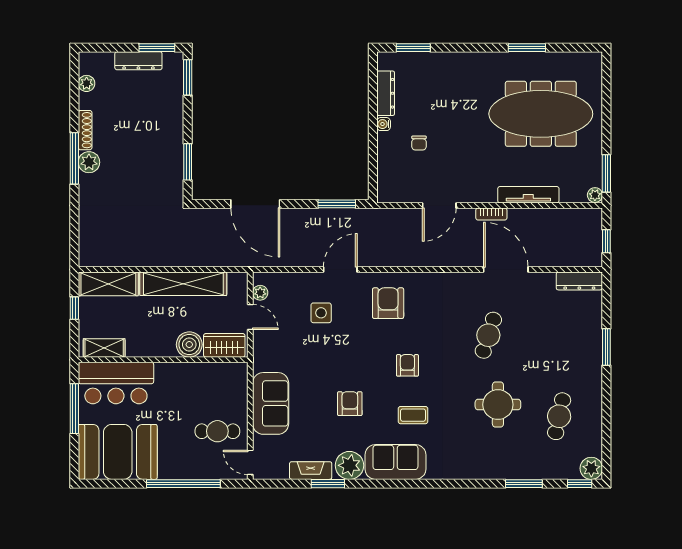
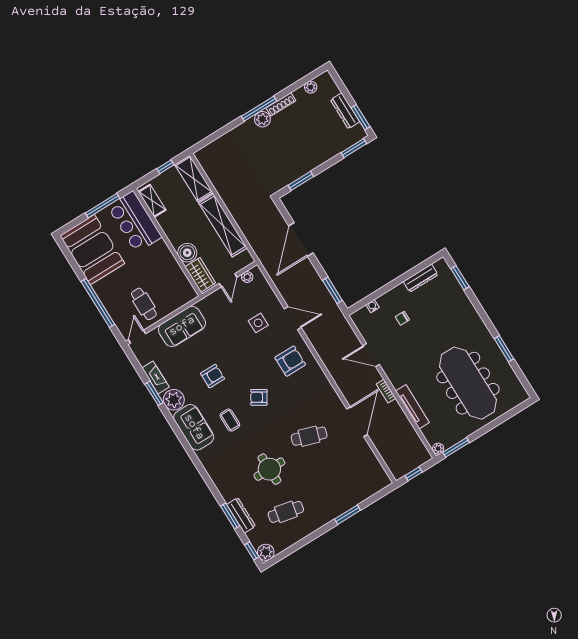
water cooler: (384, 124) -> (373, 306), moved
dresser: (579, 281) -> (241, 515), moved, turned 180
armchair: (407, 365) -> (259, 397), turned -148

